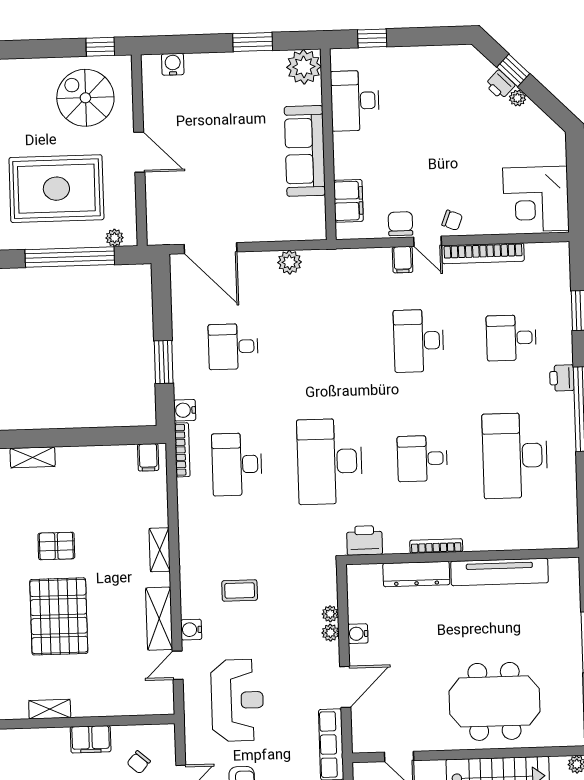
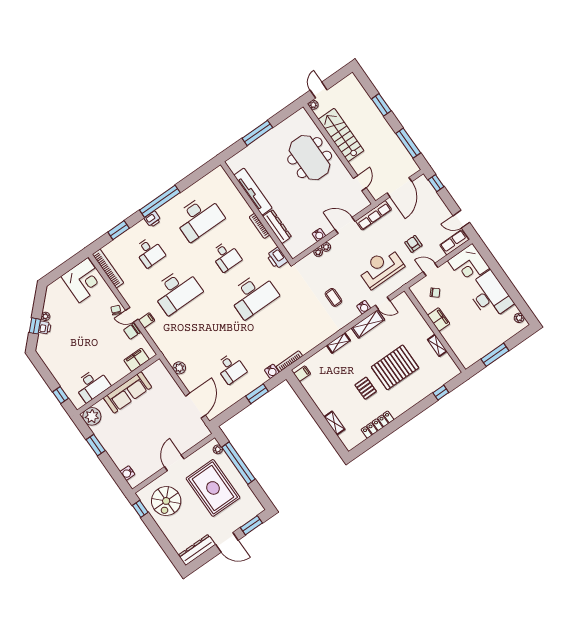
door: (428, 241) -> (132, 315), swing flipped
bookcase: (483, 253) -> (108, 269), moved
desk: (419, 341) -> (177, 291), width x1.36, depth x1.30
desk: (237, 464) -> (280, 334), removed

